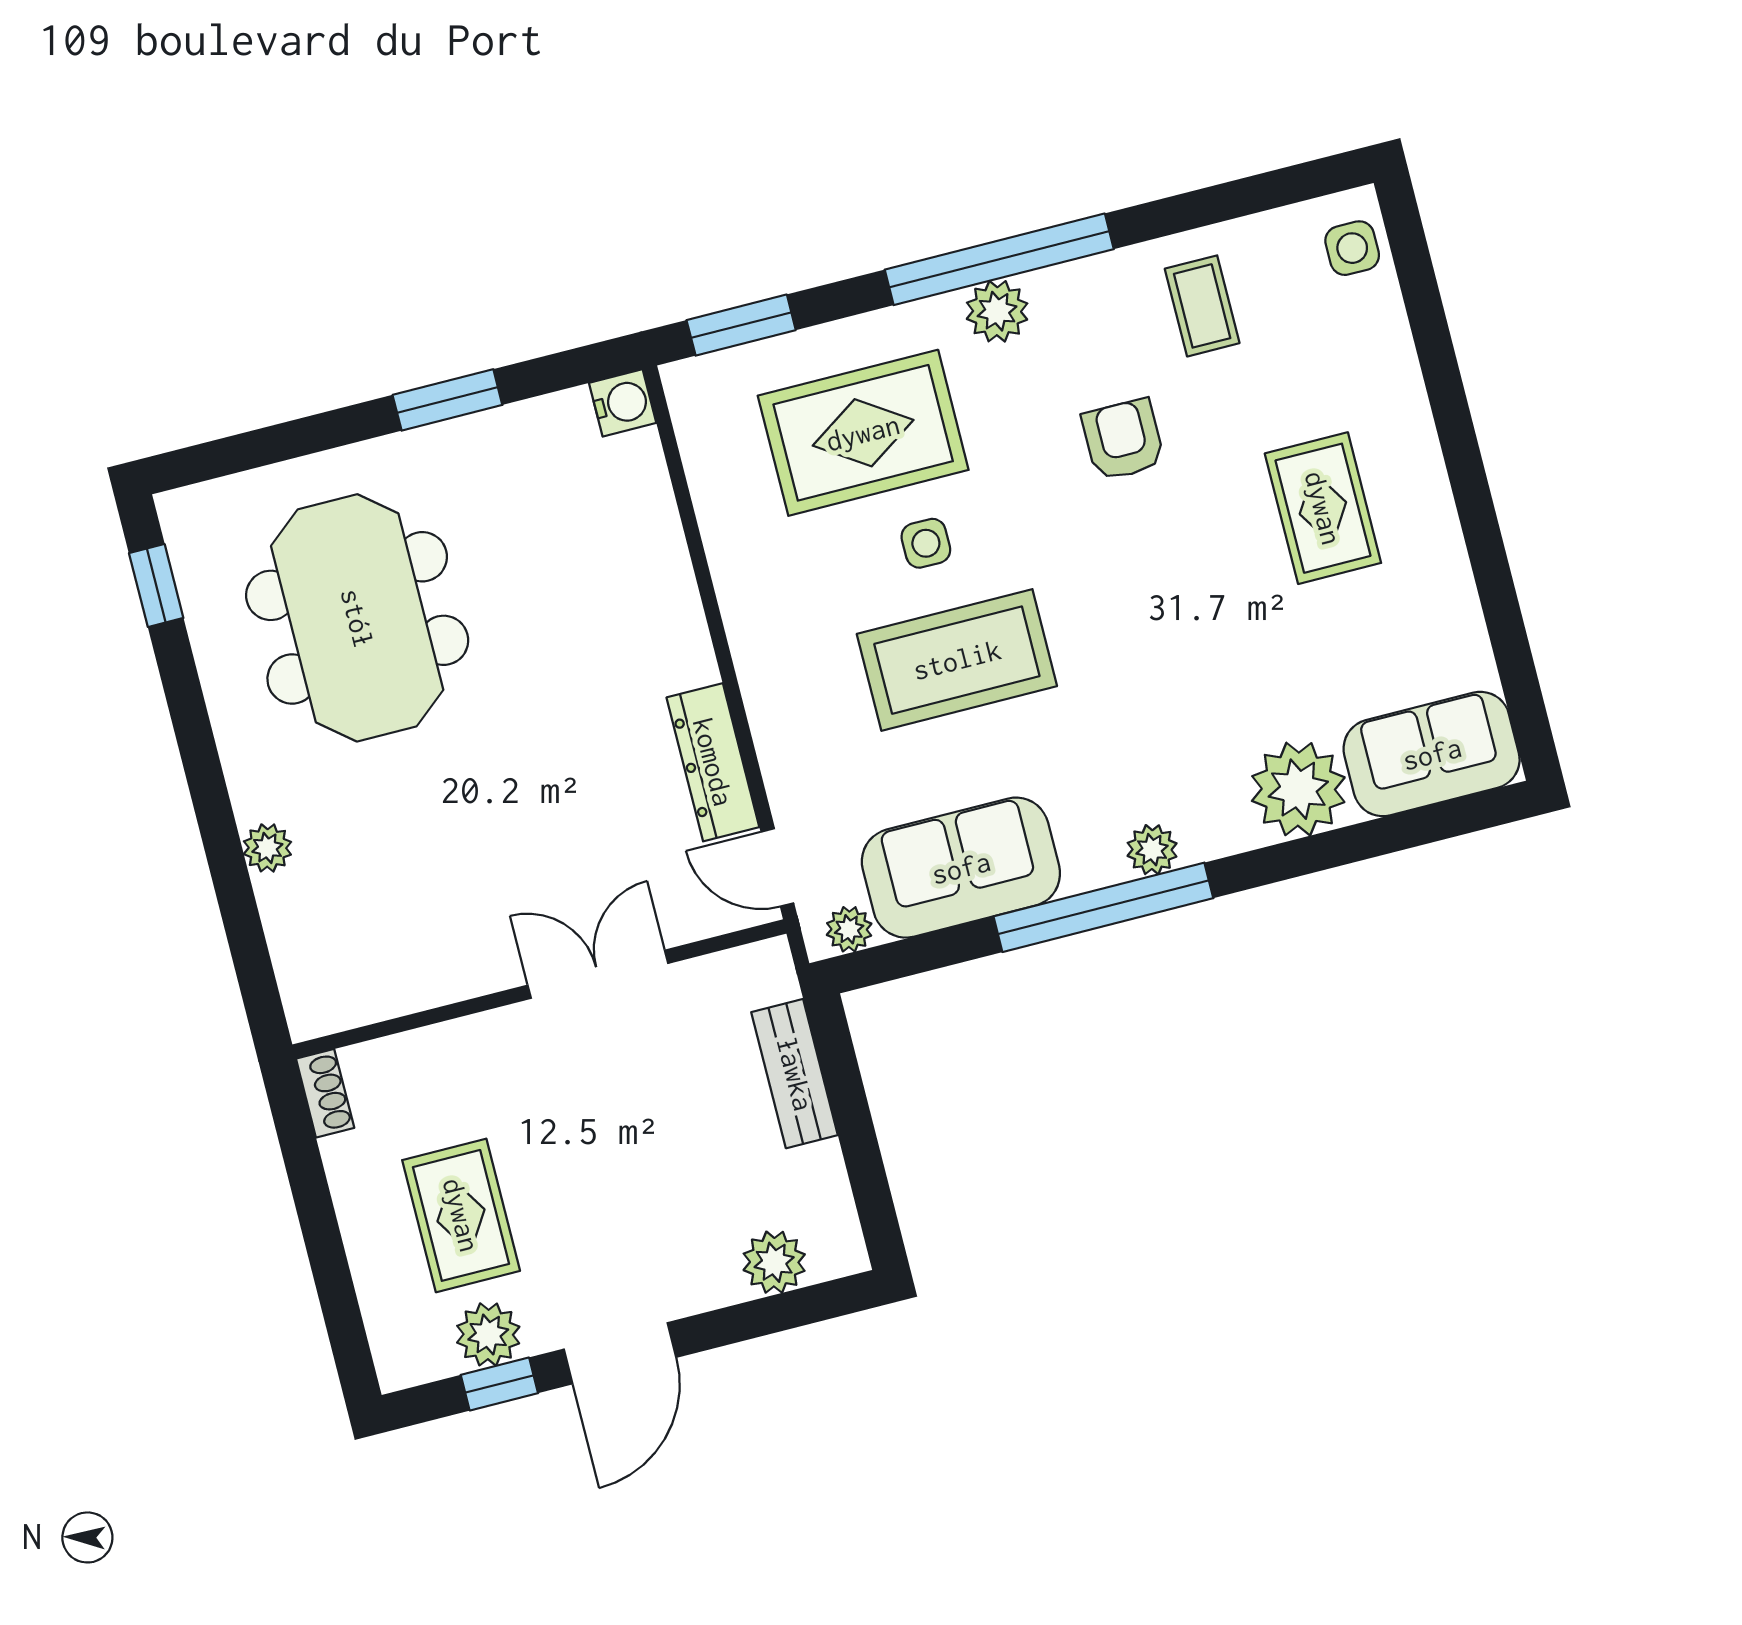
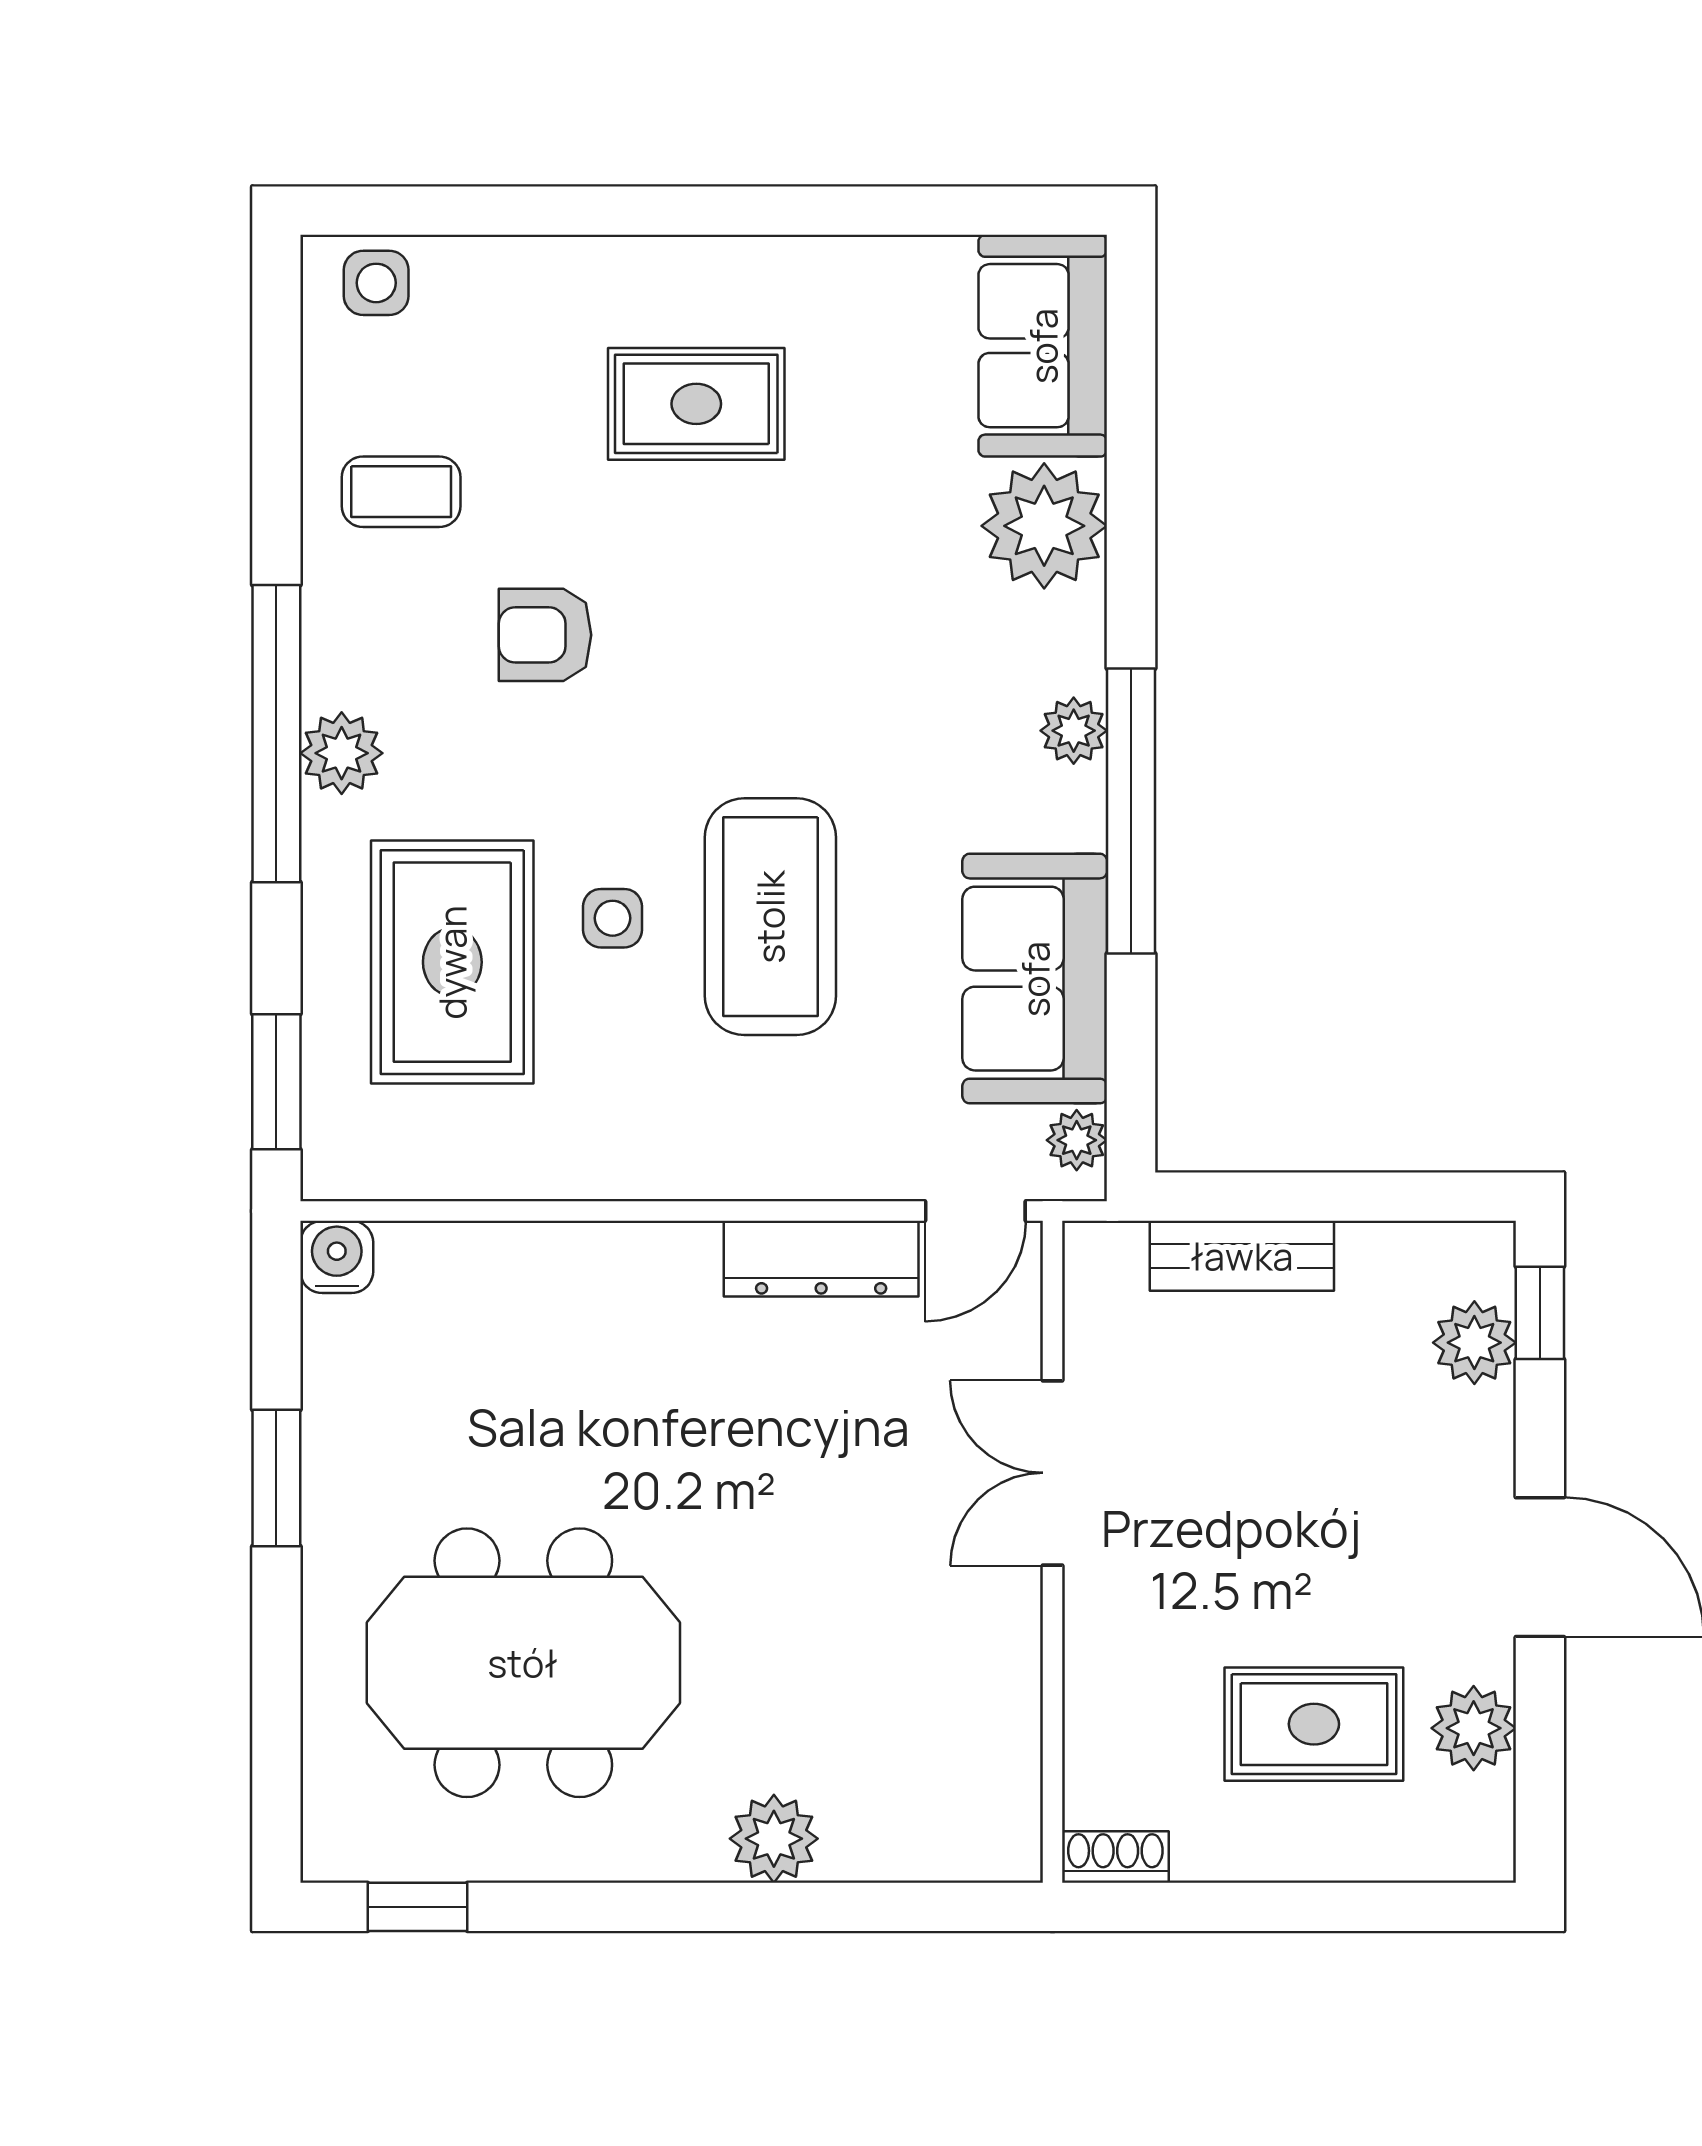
plant: (267, 848) -> (774, 1839), width x1.38, depth x1.38
window: (499, 1384) -> (1540, 1313), moved

